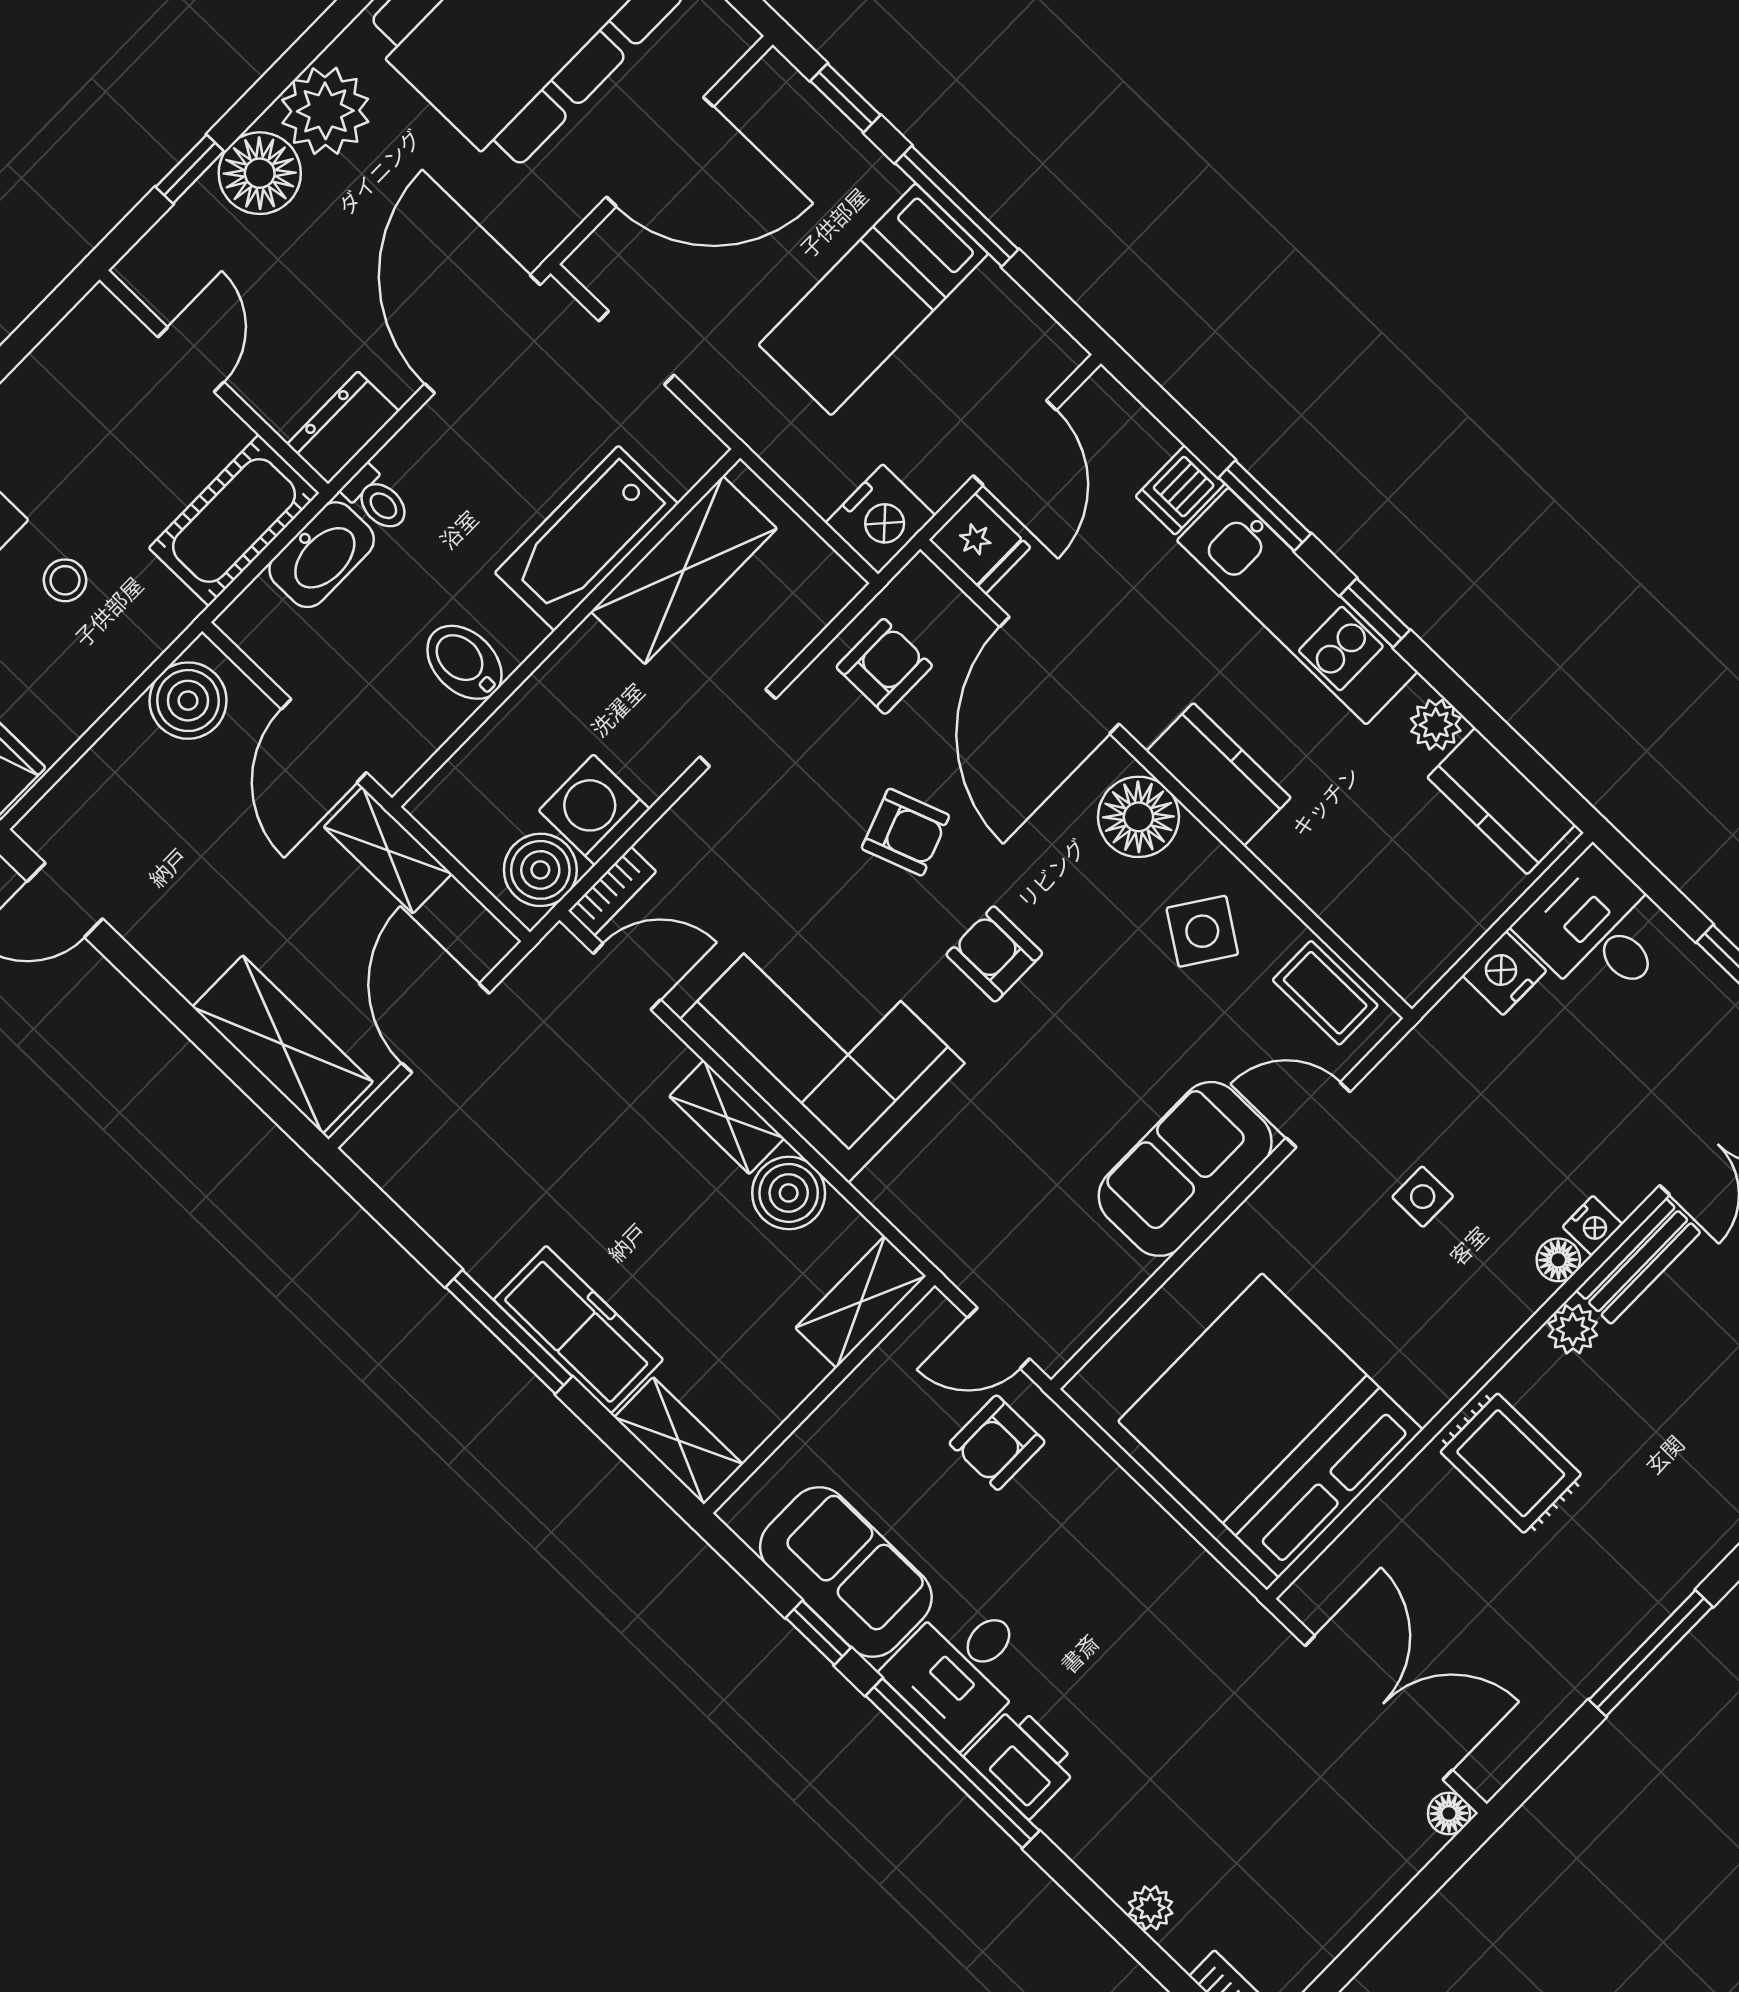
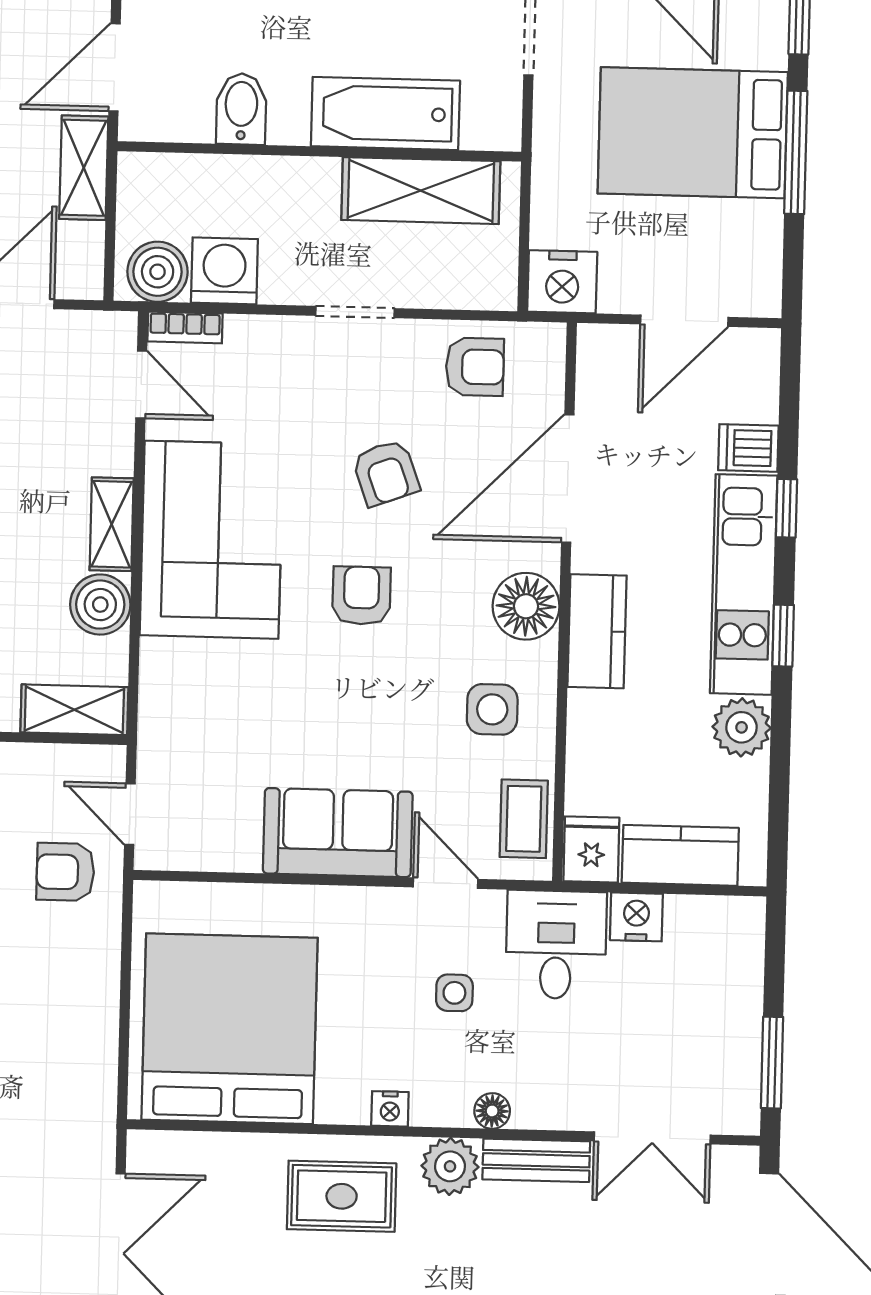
bed: (873, 299) -> (693, 133), width x1.50
window: (1265, 506) -> (786, 508), width x0.67
fridge: (980, 544) -> (591, 849), moved, turned 180
plant: (1436, 725) -> (742, 727), width x1.38, depth x1.38
kitchen counter: (1501, 801) -> (680, 855), moved, turned 90
desk: (1597, 929) -> (556, 945), moved
side table: (1202, 931) -> (492, 709), turned -34
nightstand: (1593, 1226) -> (390, 1109), moved
plant: (1573, 1329) -> (450, 1166), width x1.38, depth x1.38
rug: (1511, 1463) -> (342, 1196), turned 90

